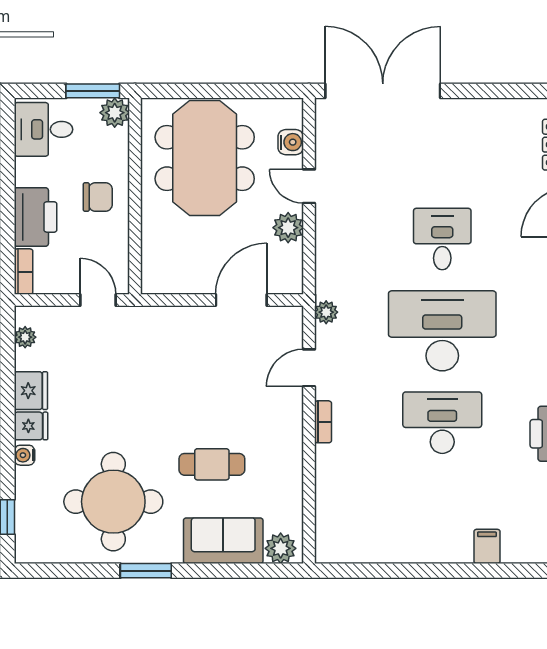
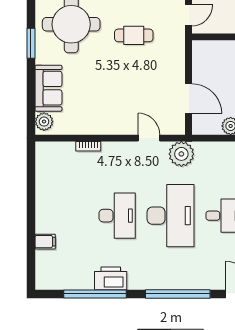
plant: (326, 312) -> (181, 154), width x1.87, depth x1.87
bookcase: (323, 422) -> (88, 146), moved
cafe table: (212, 464) -> (134, 35), moved, turned 90

